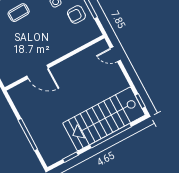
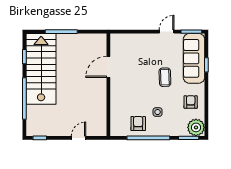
door: (115, 54) -> (79, 138), moved
stairs: (104, 119) -> (41, 69), moved

